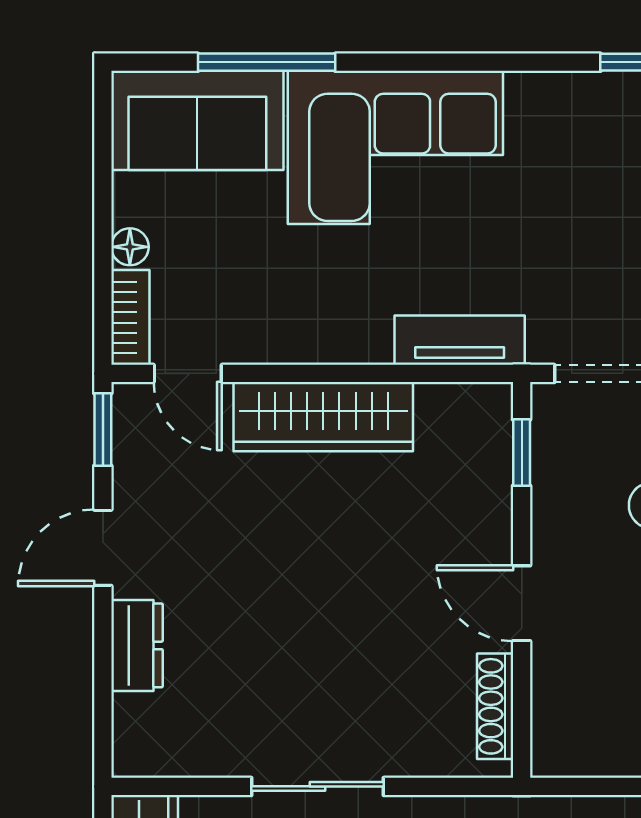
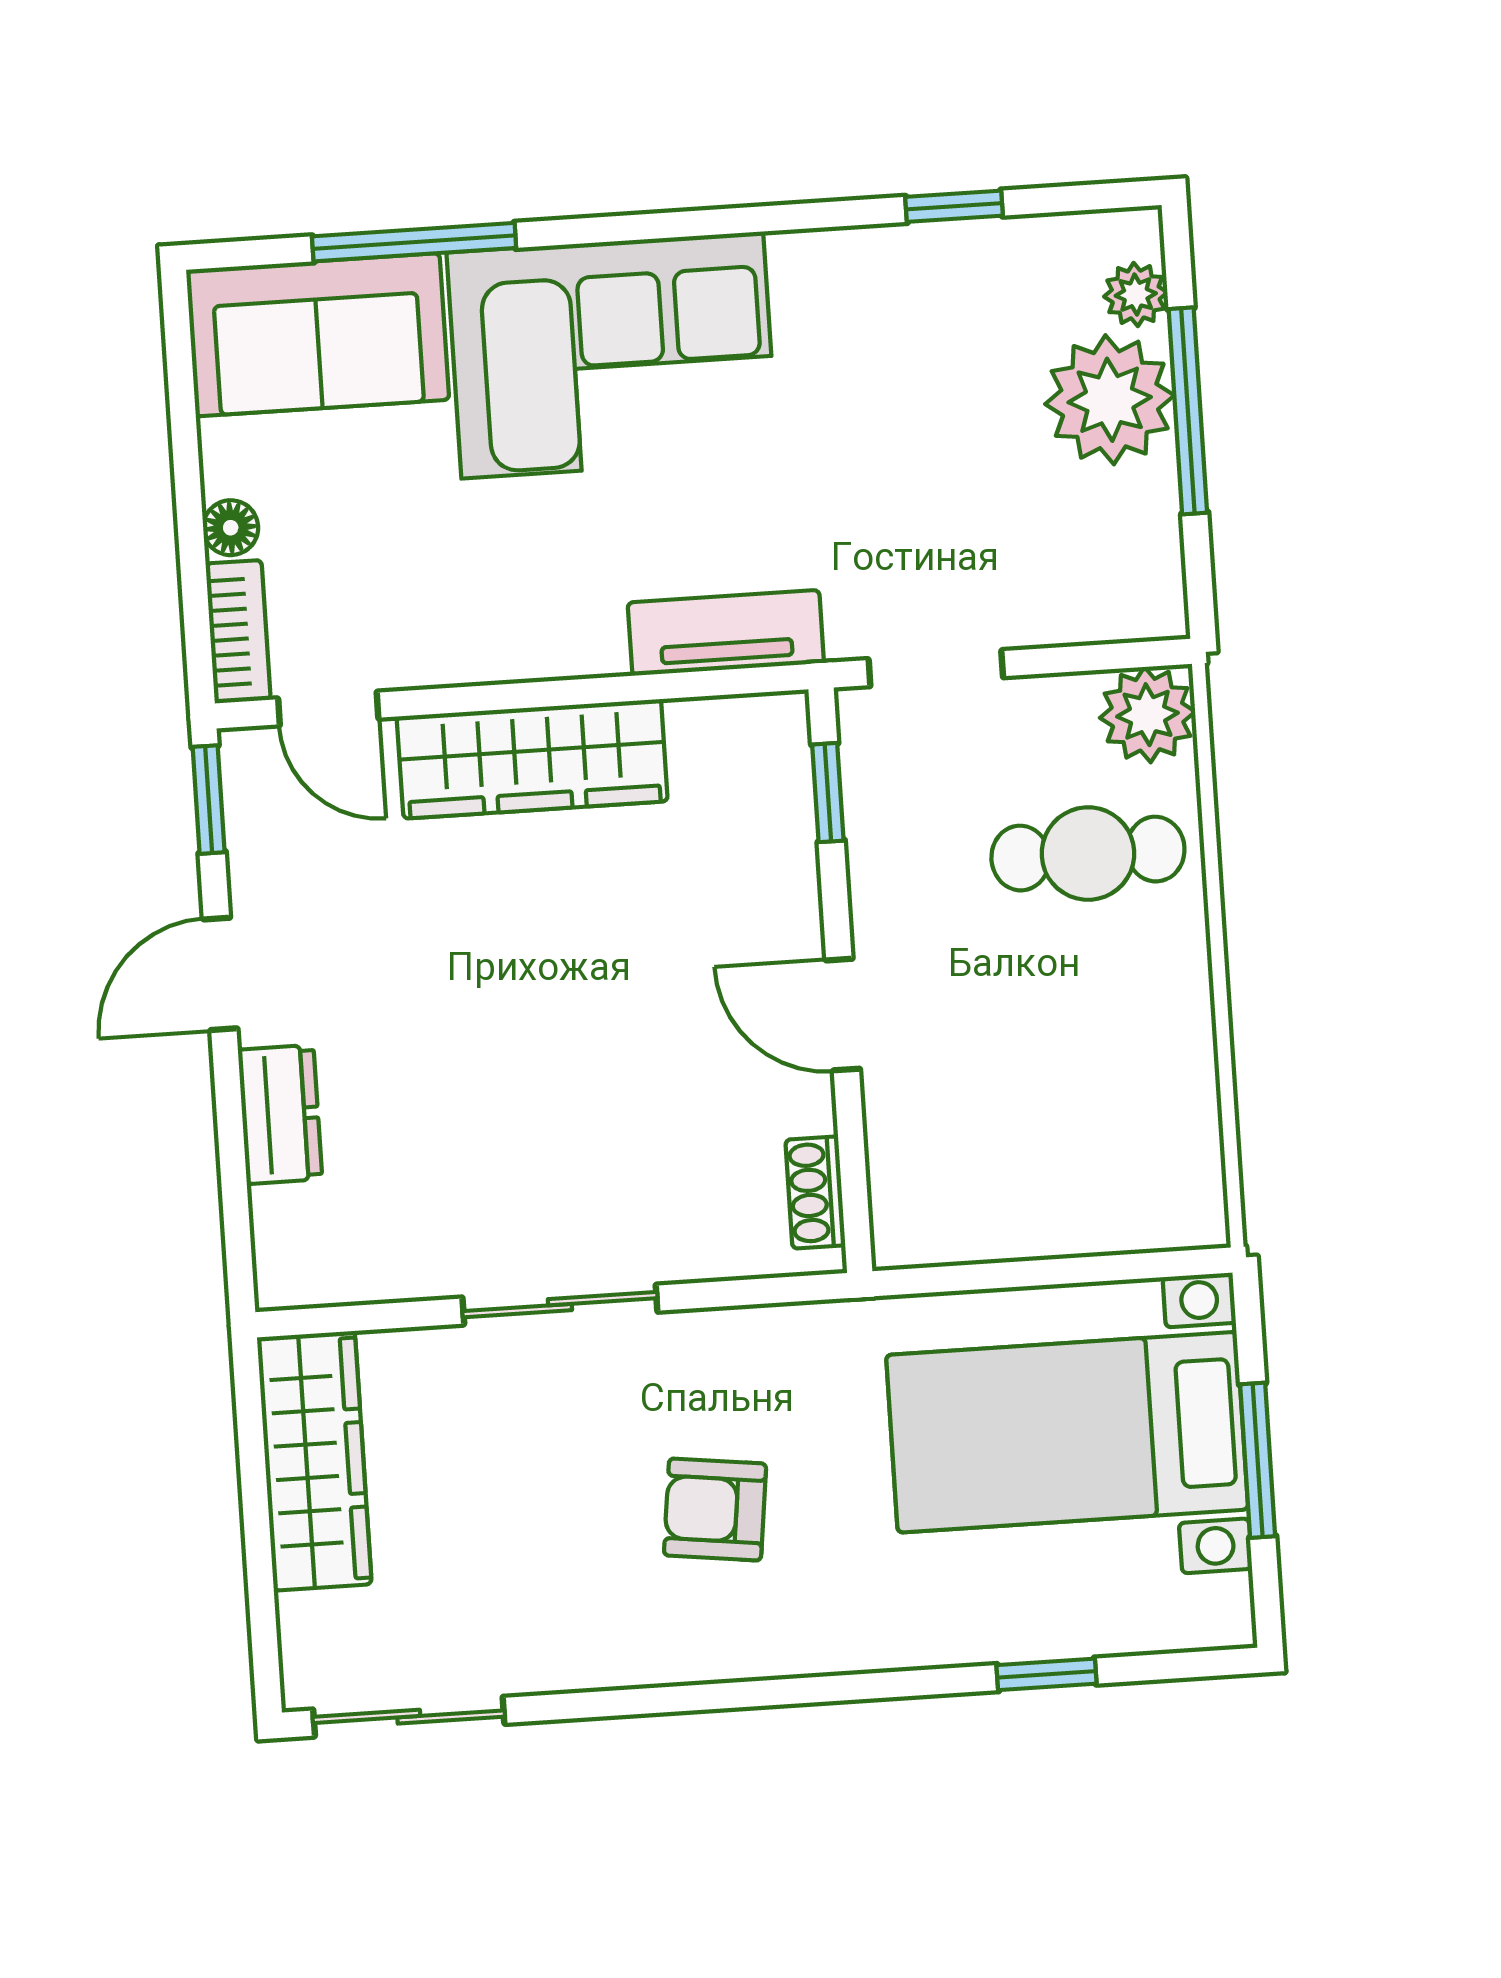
shoe rack: (495, 706) -> (815, 1193), width x0.70

